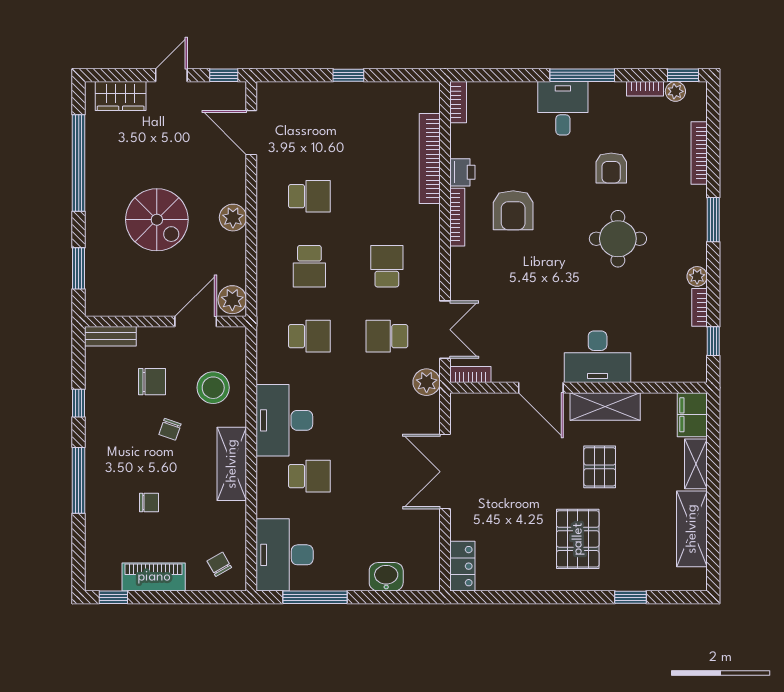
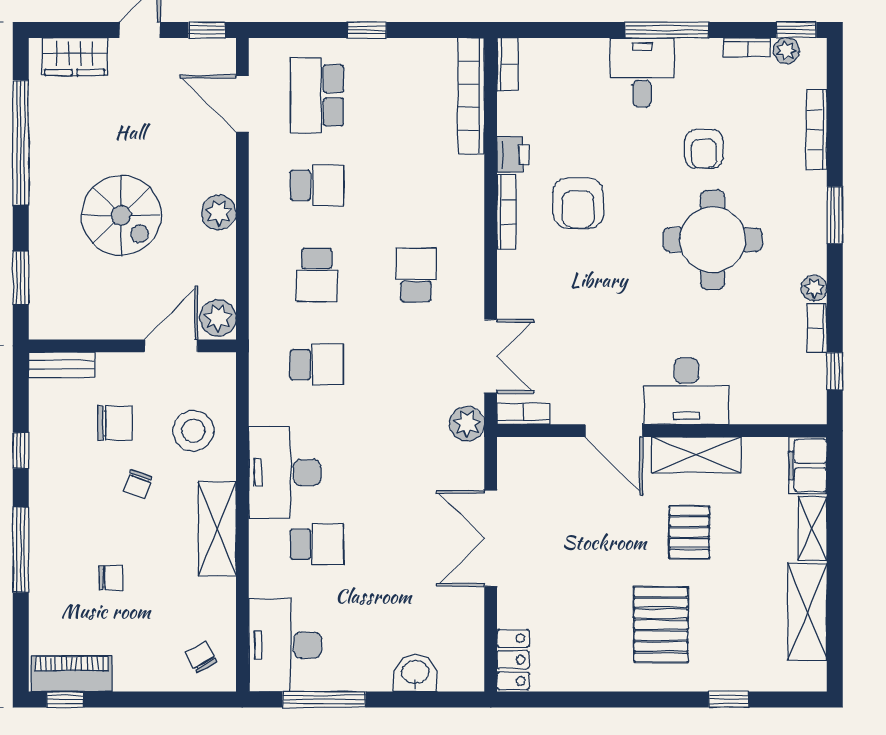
bookcase: (430, 158) -> (471, 96), moved
round table: (618, 239) -> (713, 240), width x1.36, depth x1.36
school desk: (387, 336) -> (317, 95), moved, width x1.85
piano: (154, 577) -> (71, 673), moved

